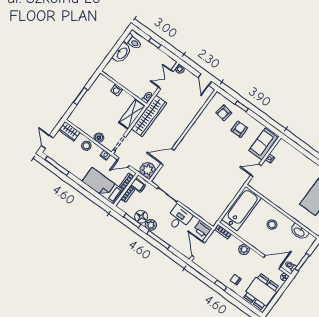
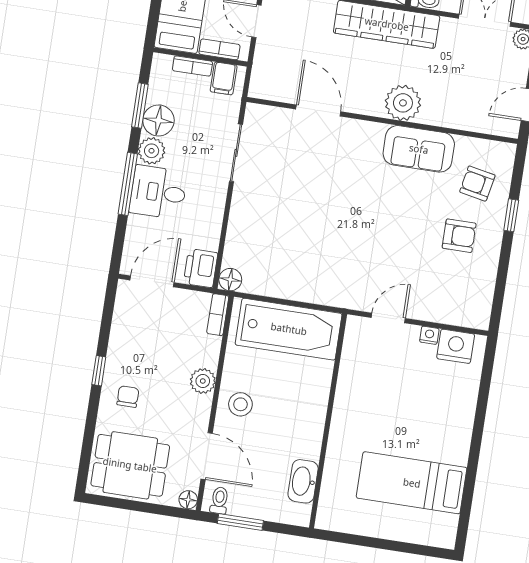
sofa: (264, 144) -> (419, 149), moved, turned 180
nightstand: (279, 151) -> (456, 346), added
plant: (148, 170) -> (403, 103), moved
door: (256, 170) -> (388, 318), hinge flipped
desk: (179, 218) -> (158, 192), moved, turned 180
floor lamp: (212, 220) -> (230, 280), added
stool: (272, 225) -> (240, 404), moved

